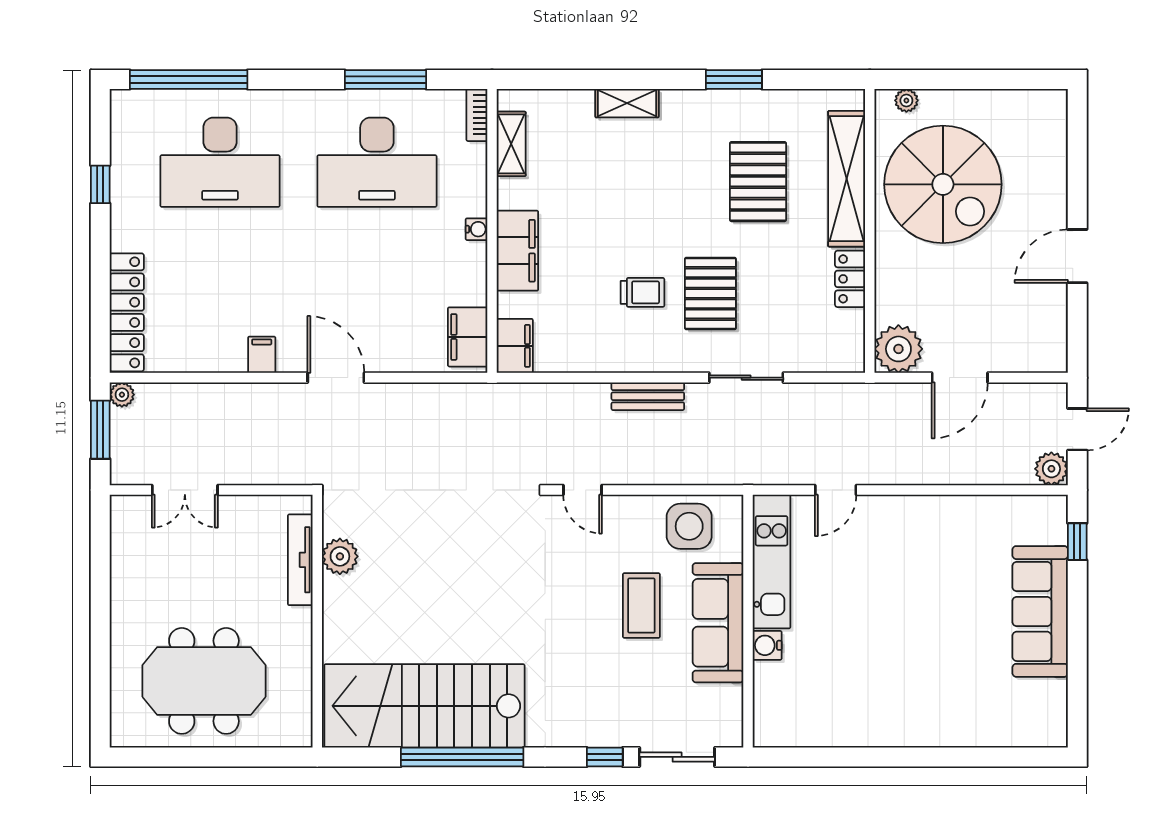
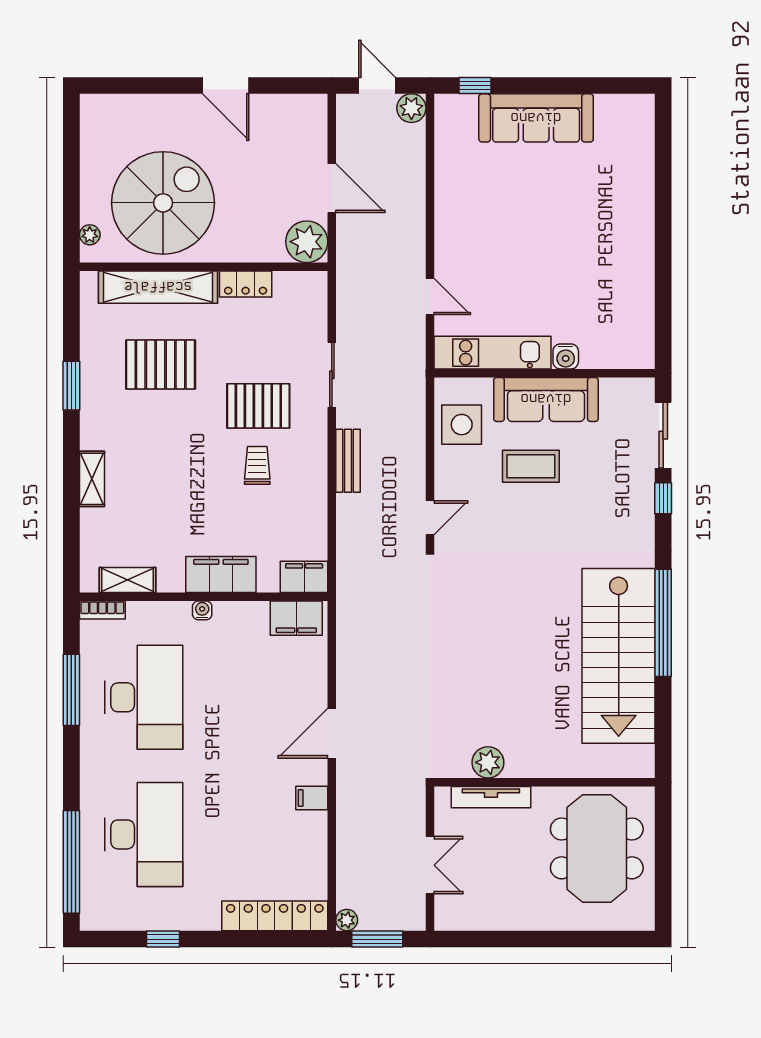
plant: (340, 556) -> (488, 762), moved
tv unit: (300, 560) -> (491, 797), moved
wall: (317, 621) -> (545, 782), moved

